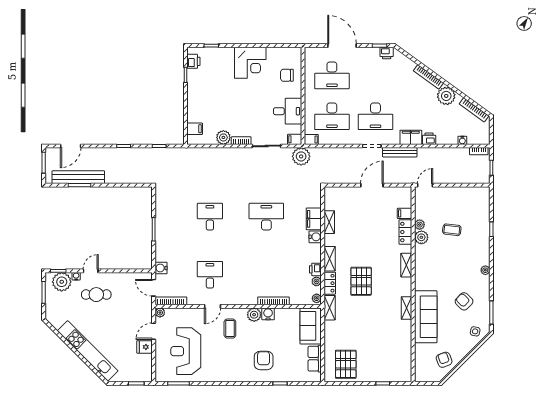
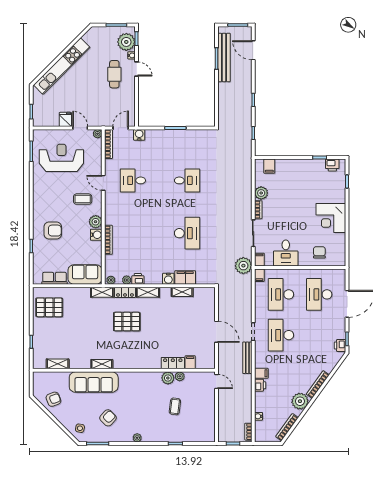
filing cabinet: (411, 137) -> (261, 373), width x0.50
shelving: (406, 265) -> (58, 364), moved
desk: (210, 275) -> (133, 180), turned 180

